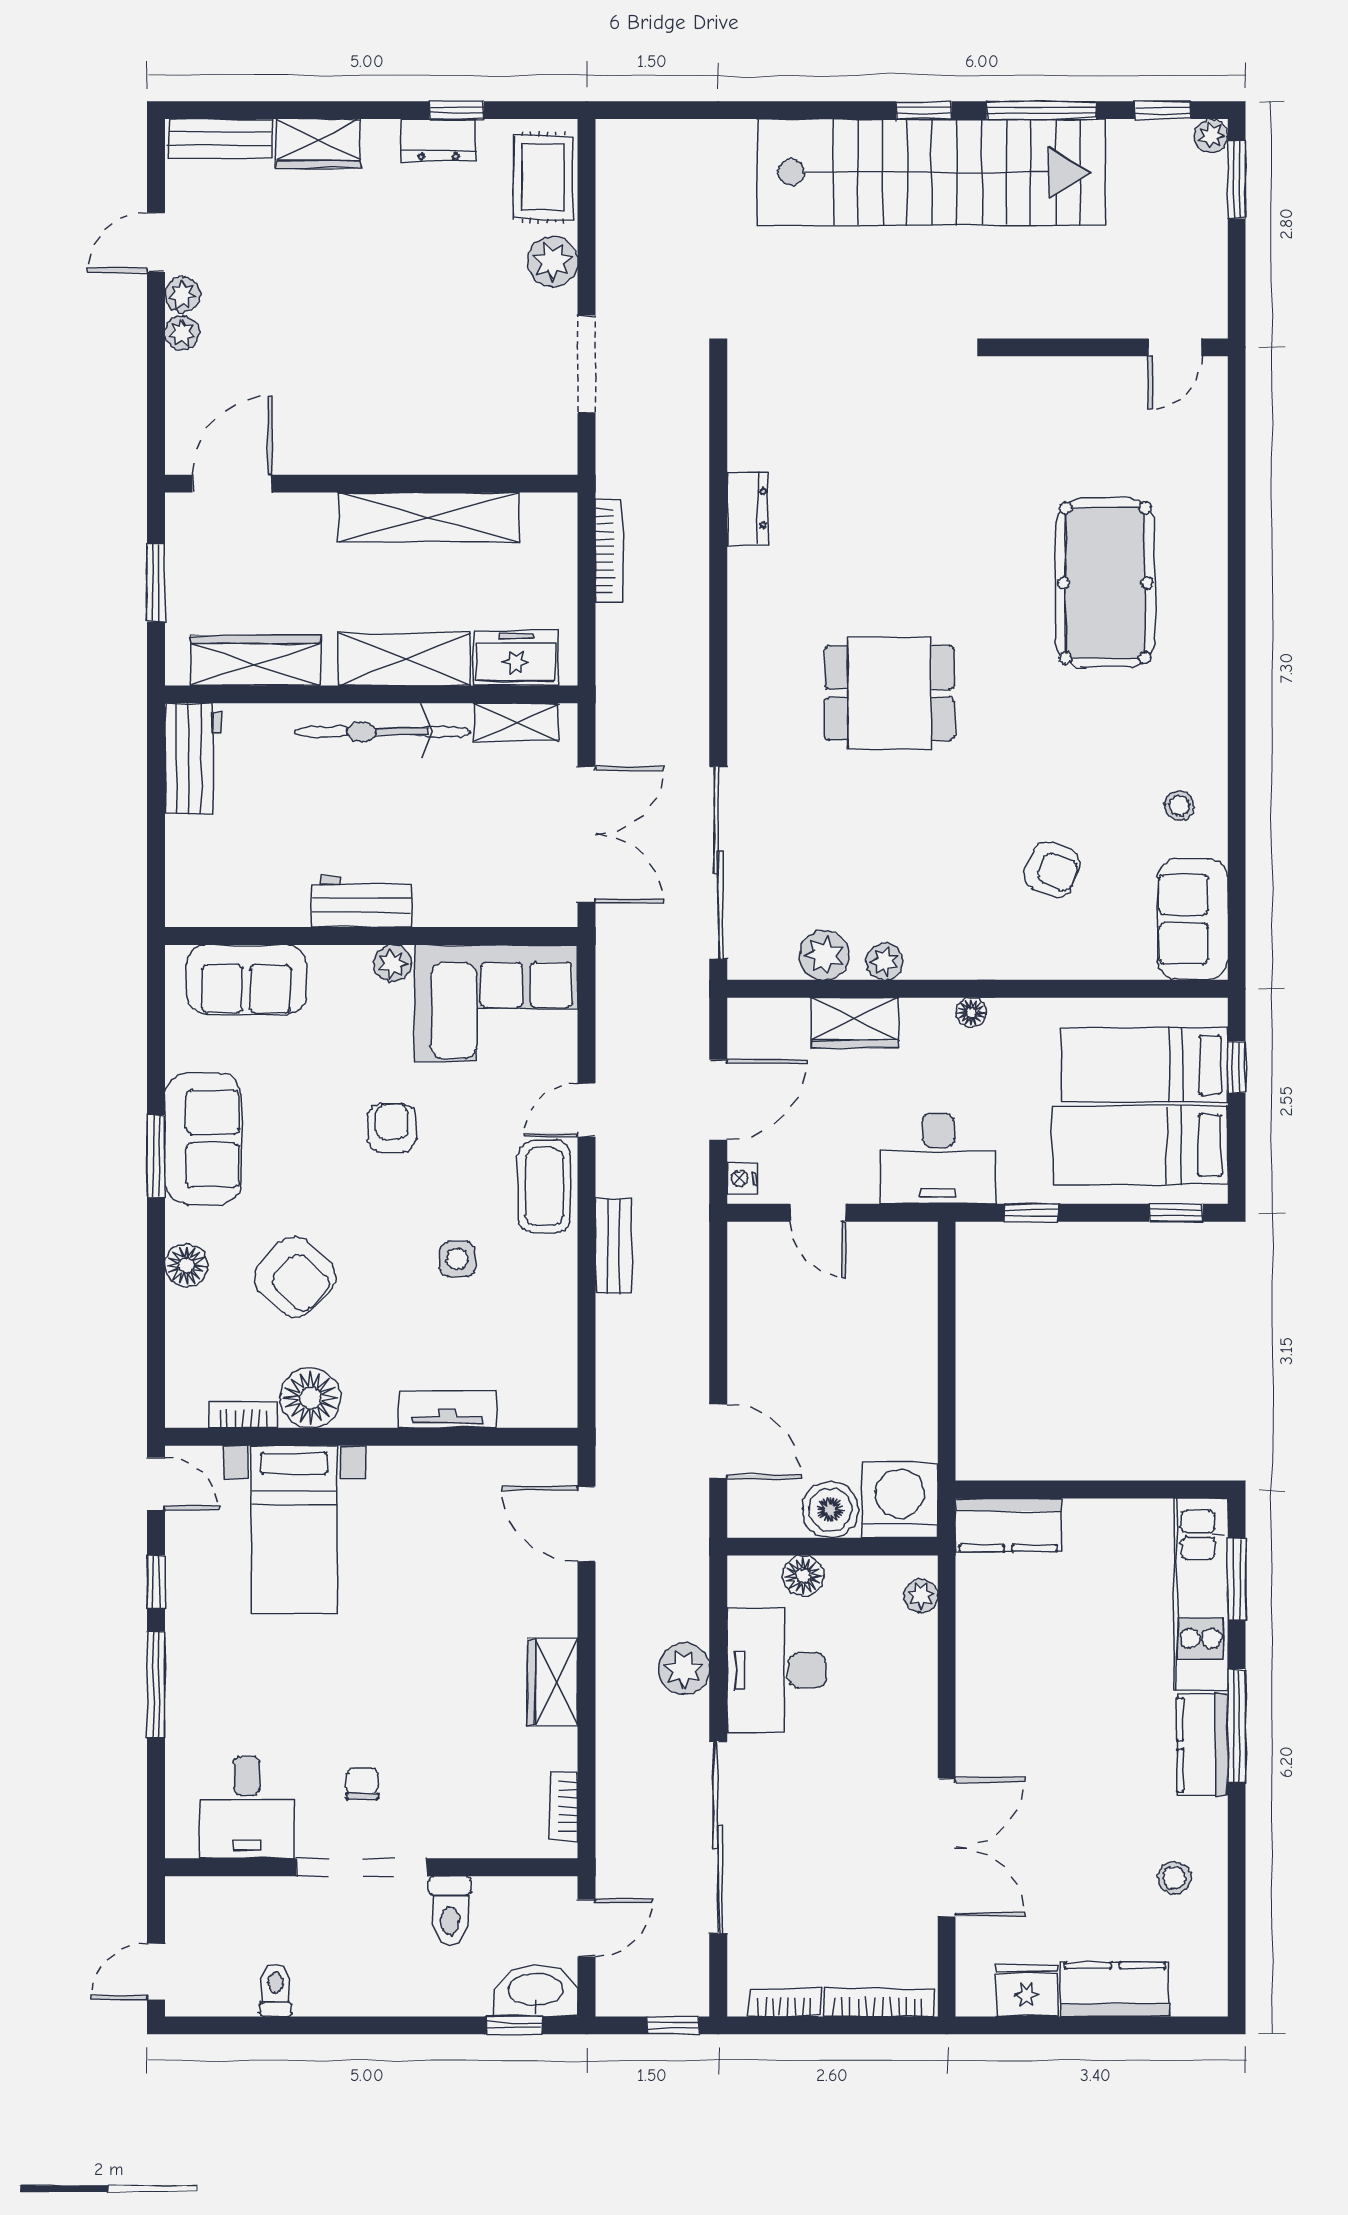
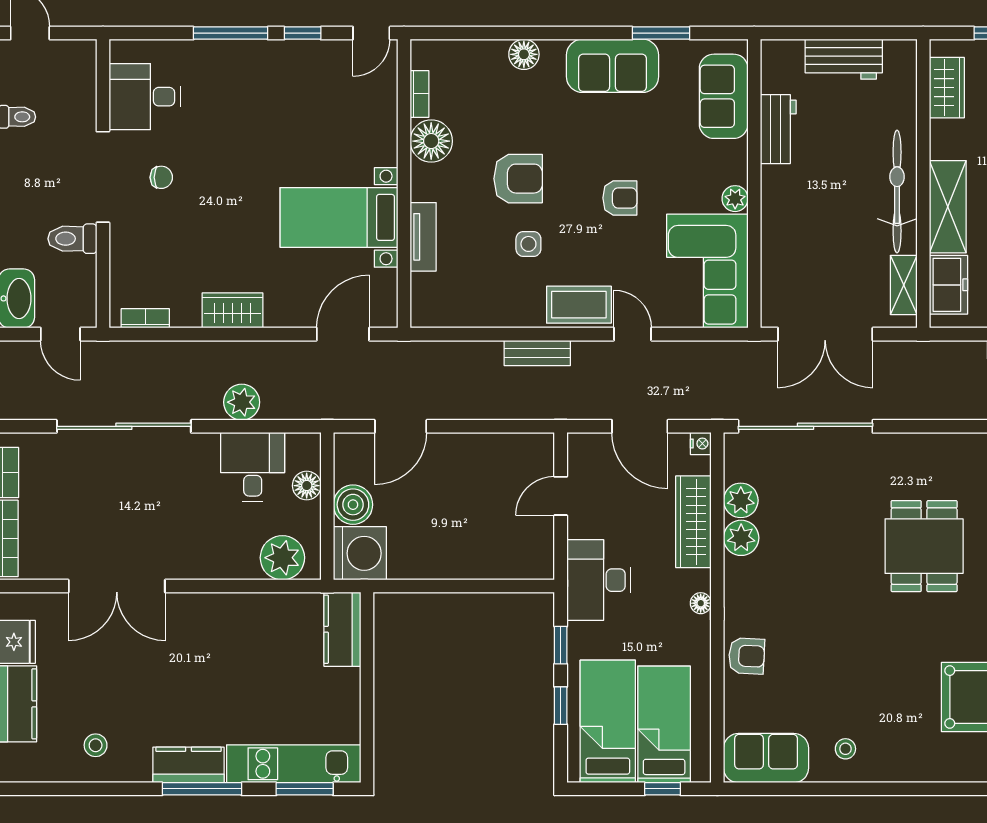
wardrobe: (256, 661) -> (947, 88), width x0.67
workbench: (193, 758) -> (844, 59), moved
armchair: (1052, 870) -> (747, 656), moved, turned -109
workbench: (362, 902) -> (778, 129), moved
plant: (885, 962) -> (741, 538), width x1.38, depth x1.38
wardrobe: (855, 1023) -> (693, 522), width x1.50
window: (156, 1156) -> (661, 33), moved
nightstand: (742, 1178) -> (701, 444), moved, turned 90
window: (1176, 1213) -> (561, 706), moved
armchair: (295, 1277) -> (518, 179), moved, turned -133
bed with nightstands: (294, 1530) -> (339, 217), moved
plant: (921, 1596) -> (282, 558), width x1.88, depth x1.88
desk: (776, 1670) -> (253, 467), width x0.73

